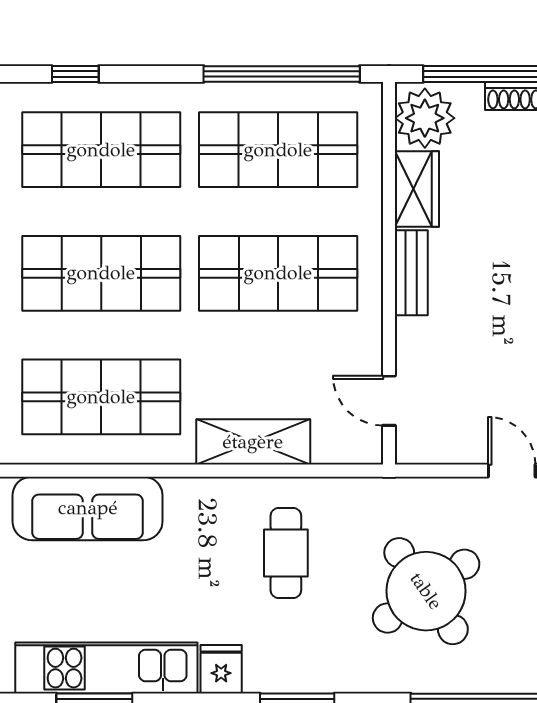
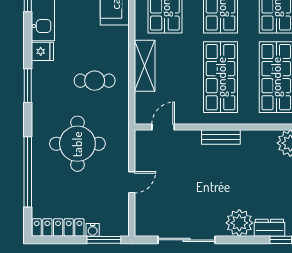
wardrobe: (417, 189) -> (259, 140), removed
round table: (426, 591) -> (77, 144), turned 35

